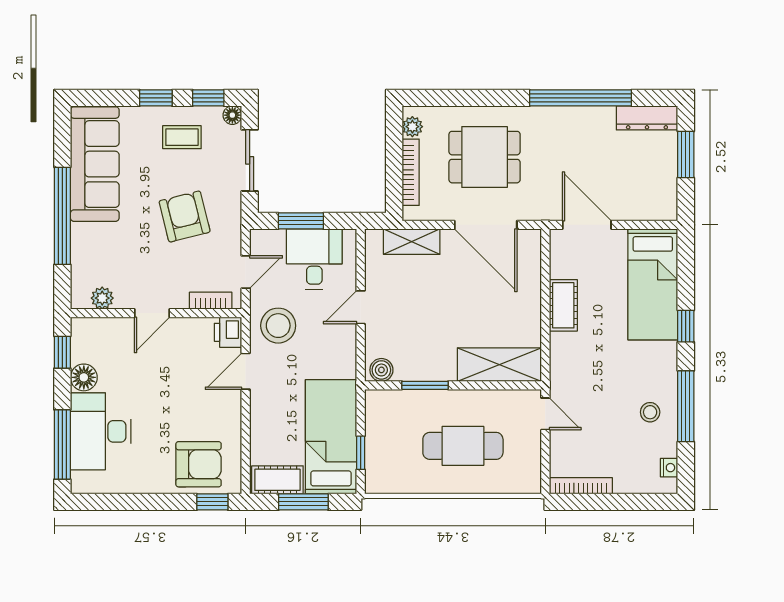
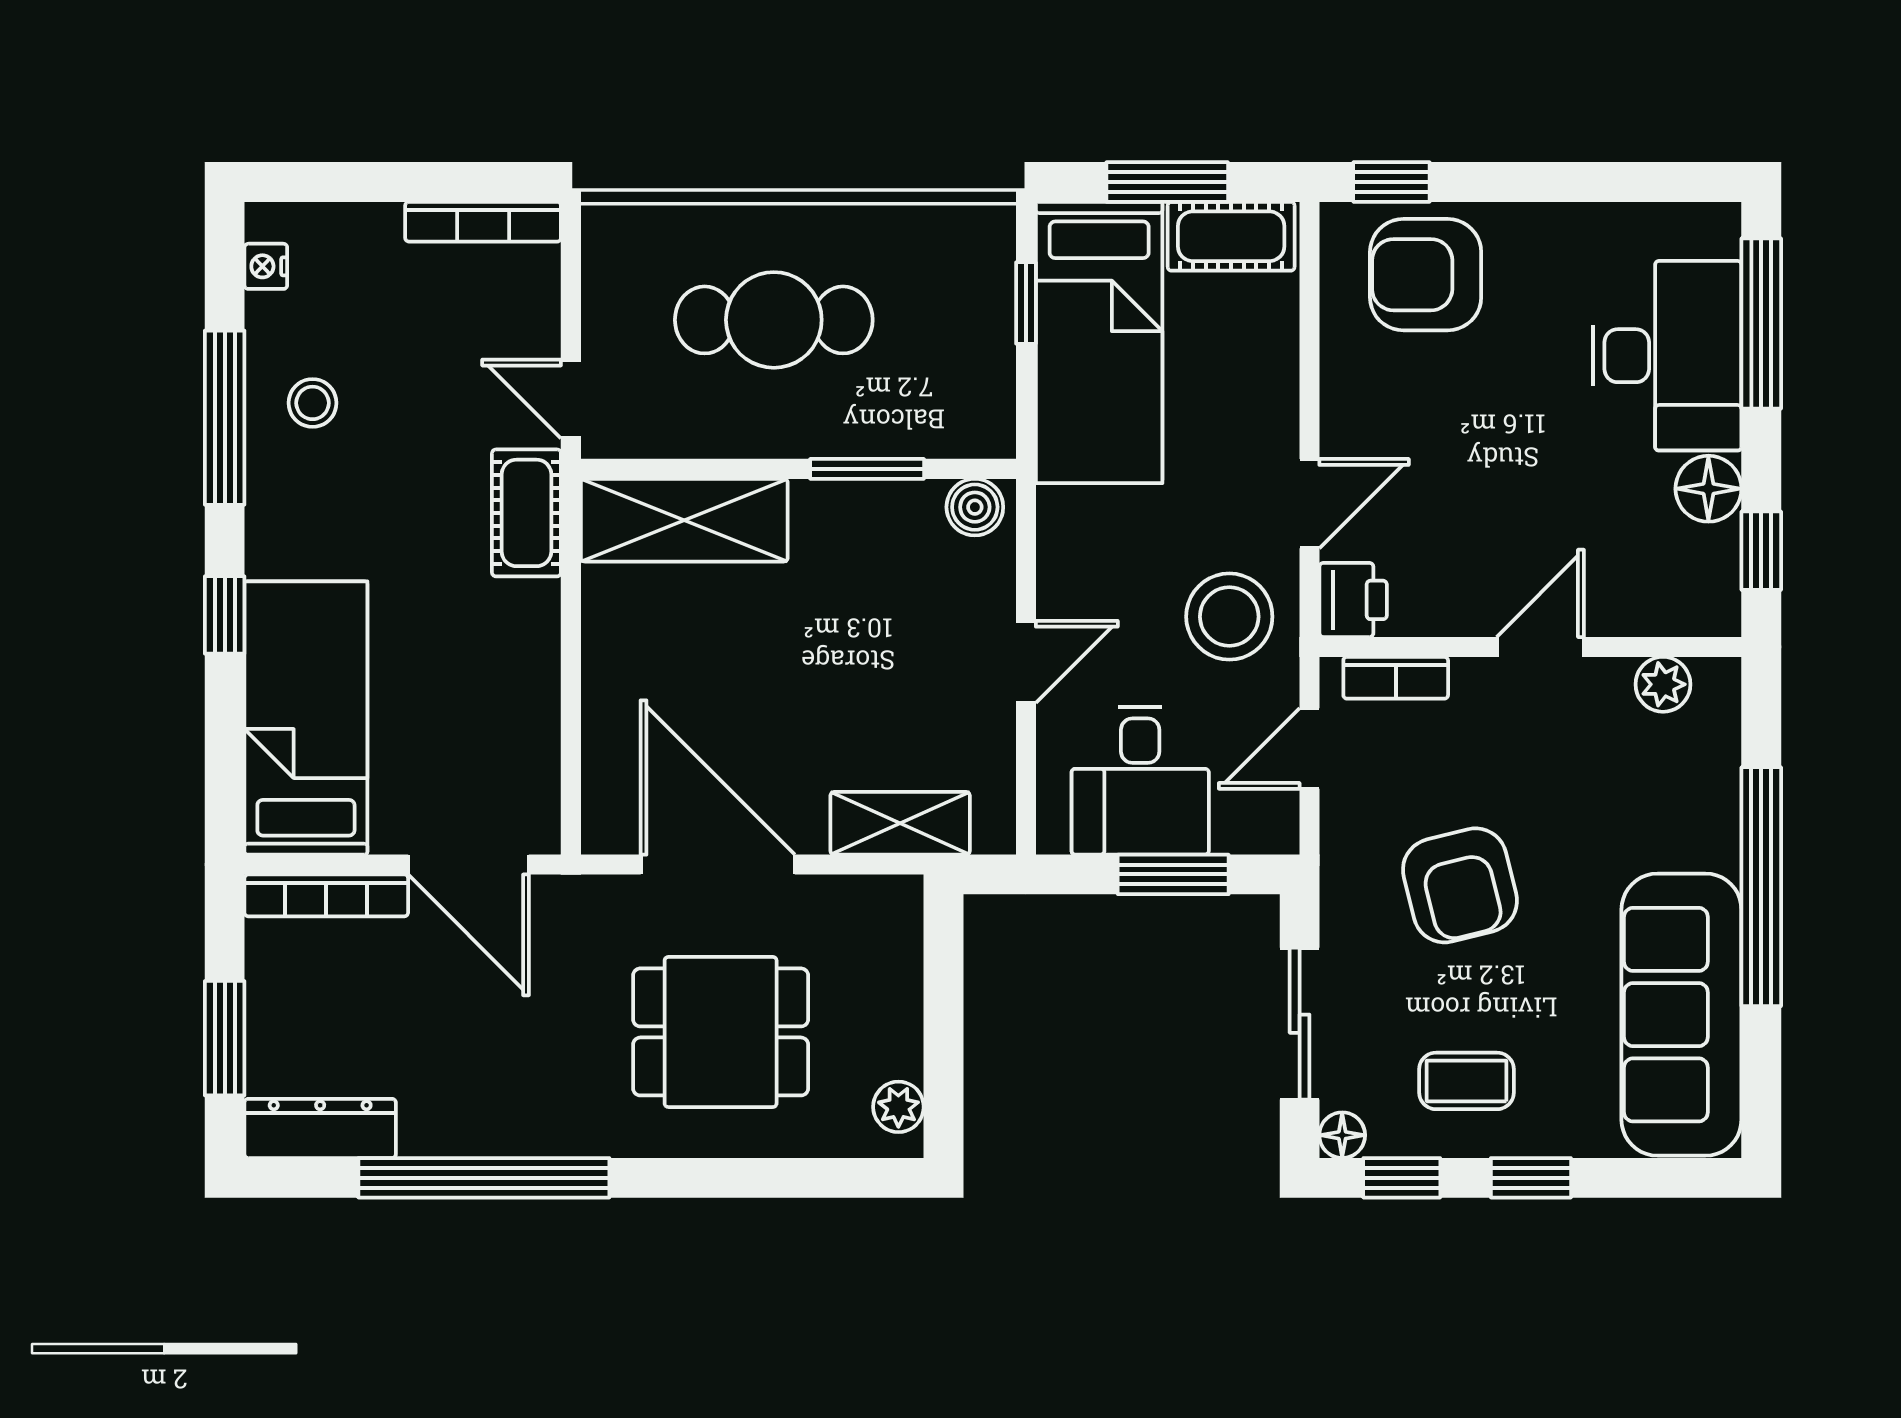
bookcase: (411, 172) -> (326, 895), moved, turned -90
cot: (563, 305) -> (526, 513), moved

